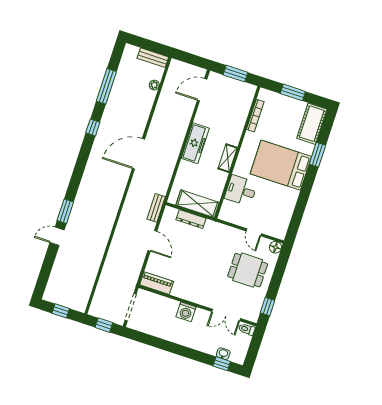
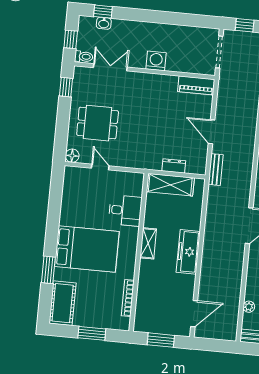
dresser: (191, 219) -> (174, 166), width x0.70
window: (254, 346) -> (71, 39), added

